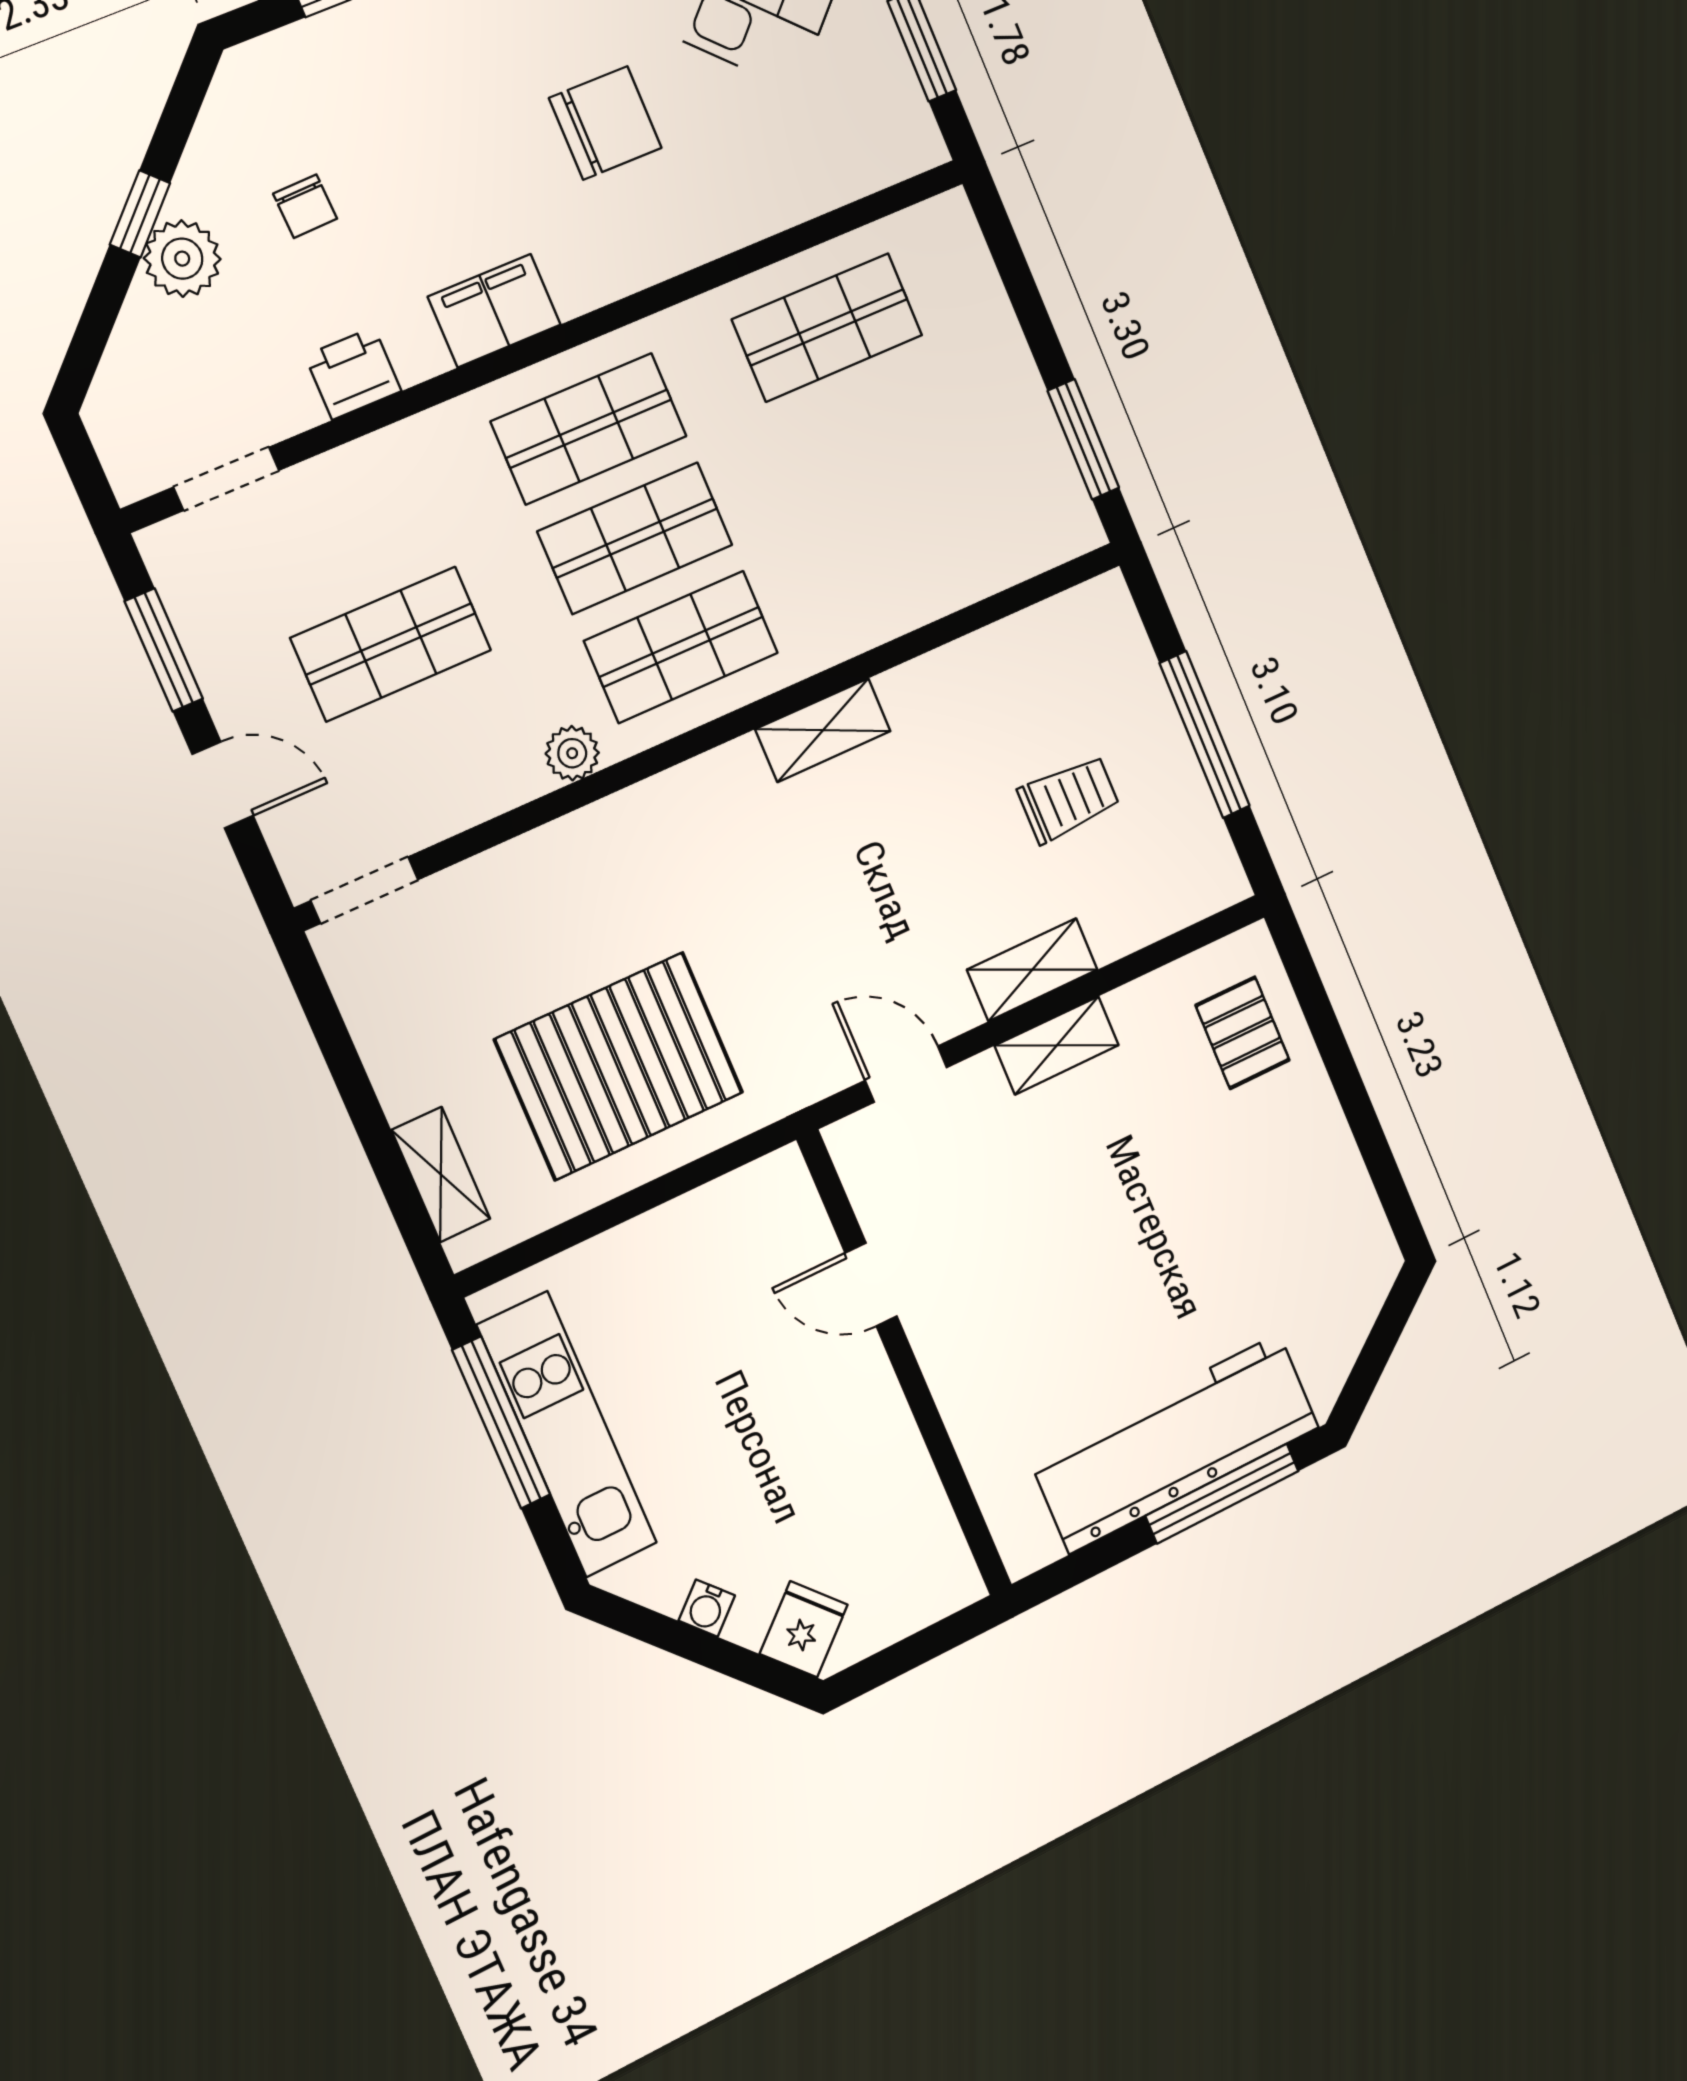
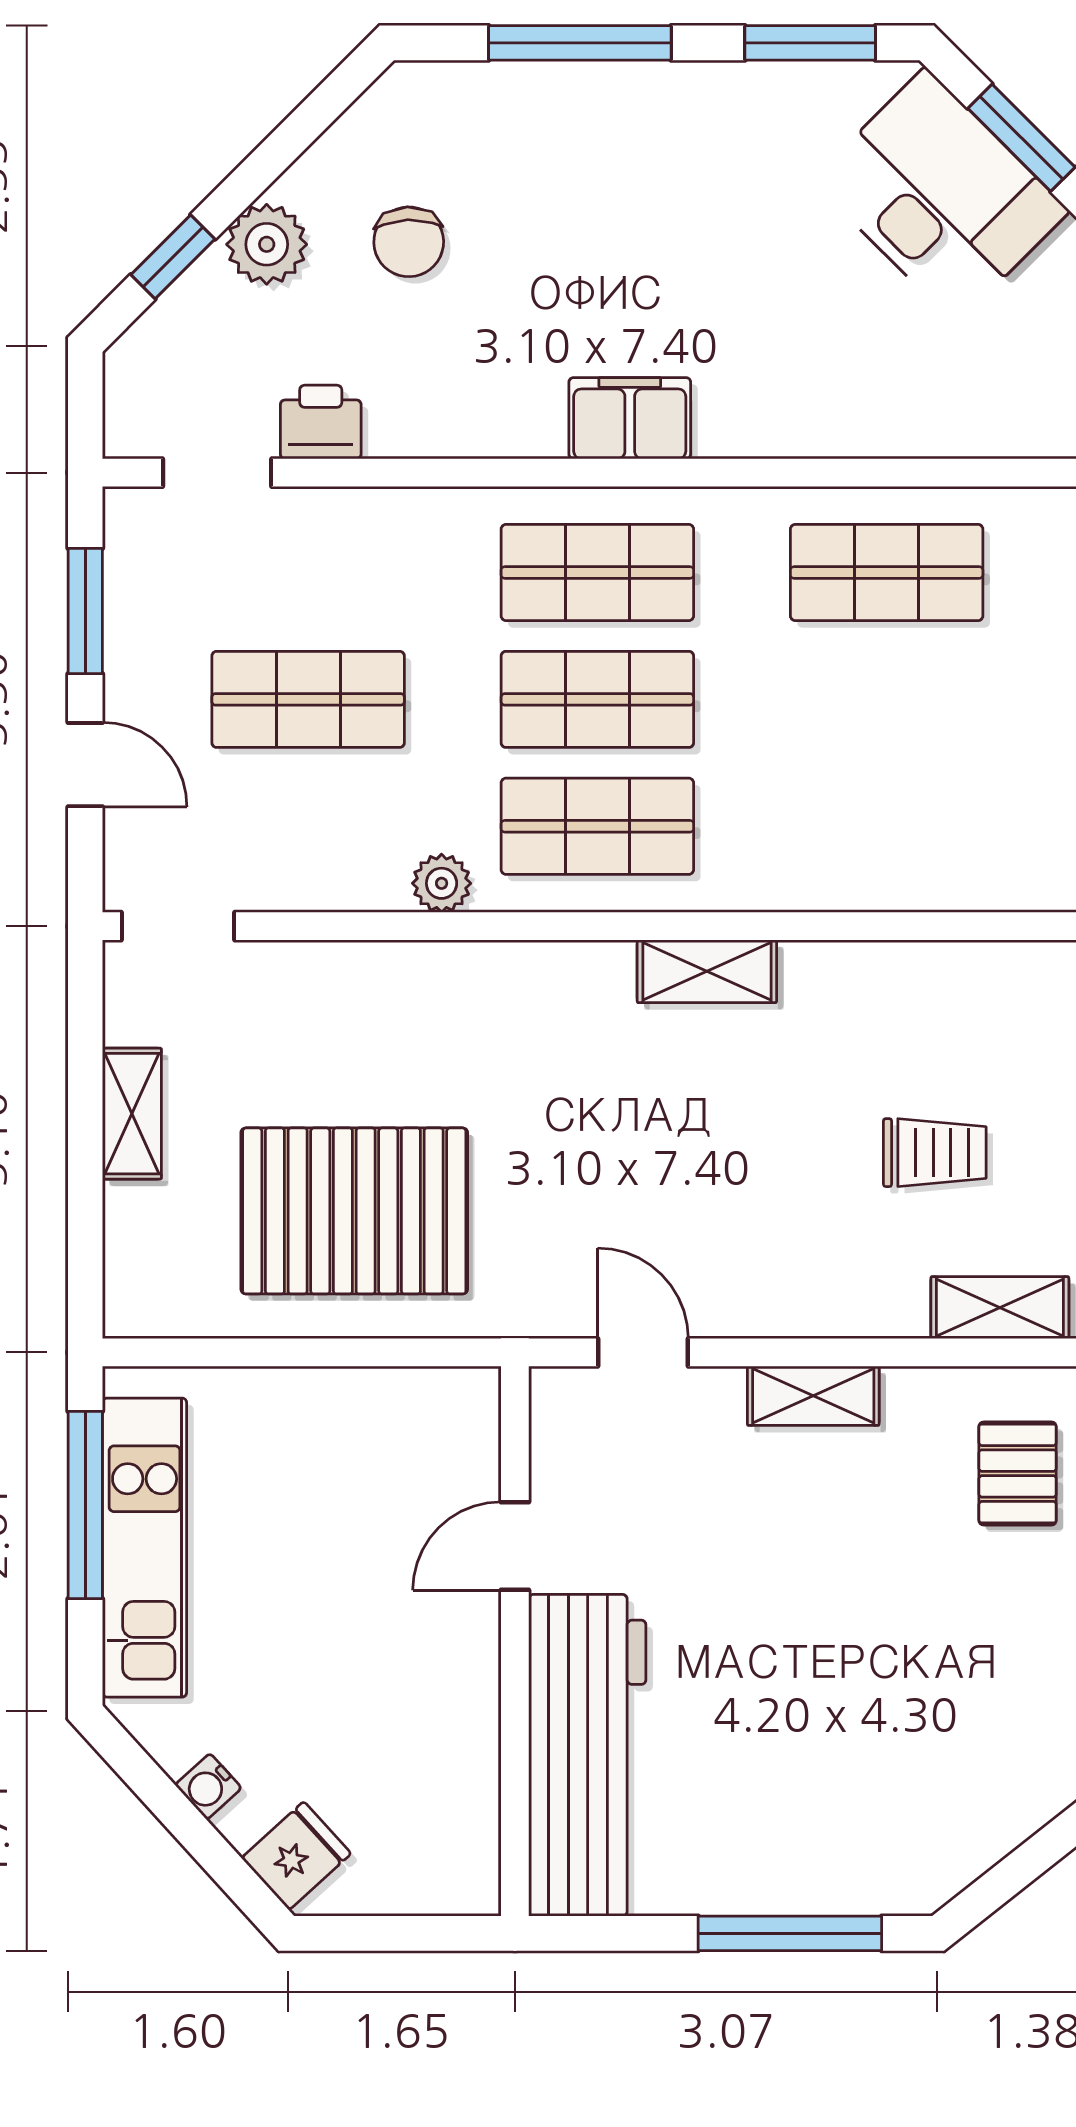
chair: (605, 123) -> (745, 279), removed
chair: (305, 206) -> (409, 242), width x1.37, depth x1.37
window: (140, 214) -> (173, 257), moved
filing cabinet: (494, 311) -> (630, 418), moved
printer: (353, 373) -> (321, 422), moved
shelving: (1032, 970) -> (1000, 1308), moved
shelving: (441, 1174) -> (132, 1114), moved
door: (871, 1285) -> (515, 1546), hinge flipped
workbench: (1175, 1443) -> (587, 1755), moved, turned 90

